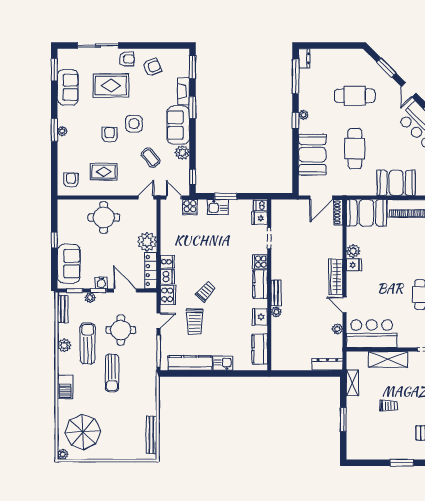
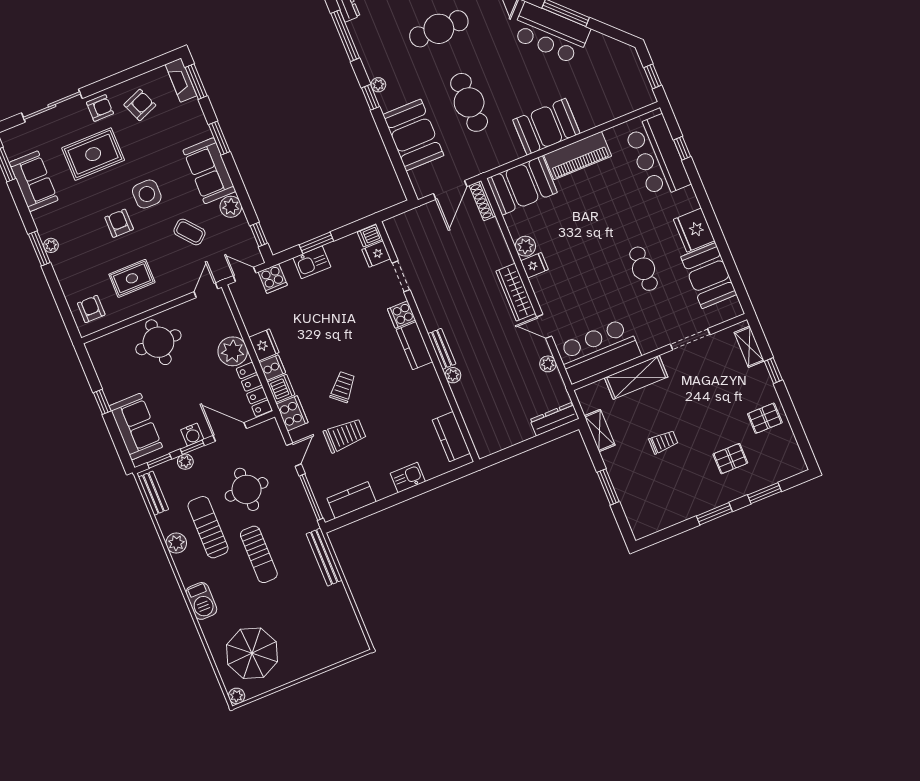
fireplace: (184, 91) -> (181, 80), moved
fridge: (260, 317) -> (264, 345), moved, turned 180
trolley: (195, 322) -> (345, 435), turned -90
kitchen counter: (190, 363) -> (352, 500), width x0.67
bench: (151, 435) -> (324, 557), moved

